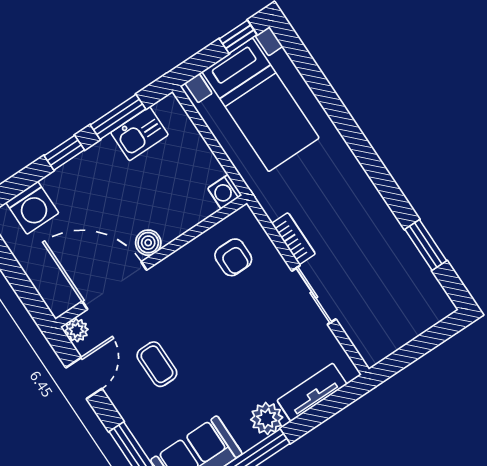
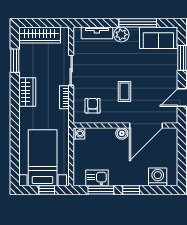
window: (238, 37) -> (47, 190), moved
wardrobe: (366, 204) -> (27, 92), added
door: (114, 286) -> (146, 125), hinge flipped
wardrobe: (412, 320) -> (40, 35), added
plant: (77, 330) -> (172, 118), removed
coffee table: (157, 364) -> (125, 91), moved

